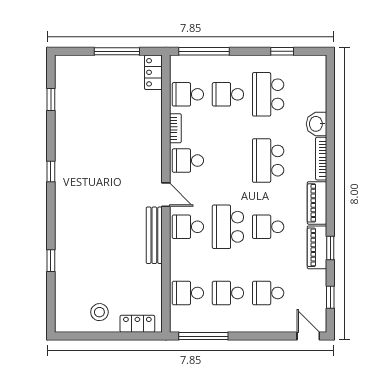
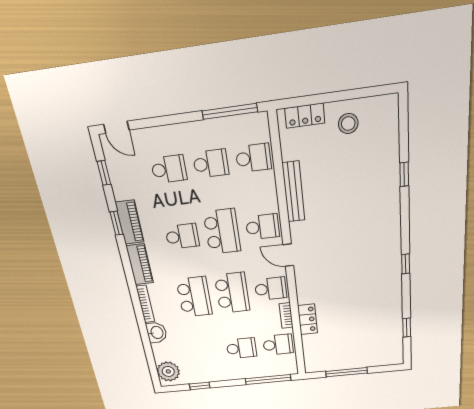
locker: (153, 72) -> (308, 319), moved
plant: (314, 74) -> (168, 371), added
school desk: (268, 94) -> (232, 293), moved
bench: (154, 235) -> (294, 192), moved

